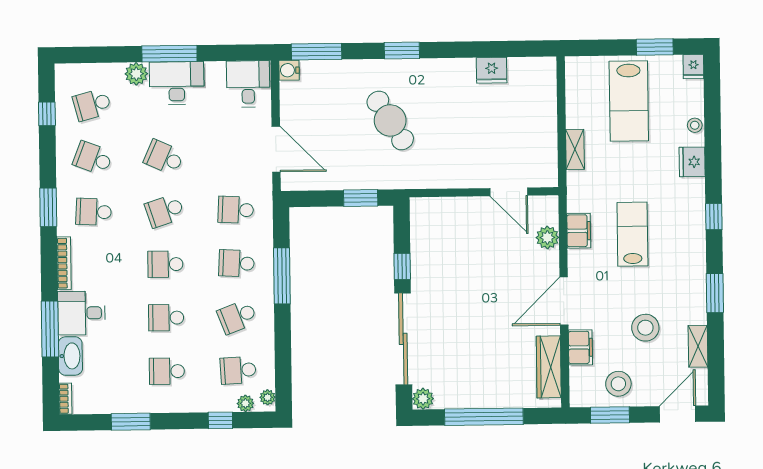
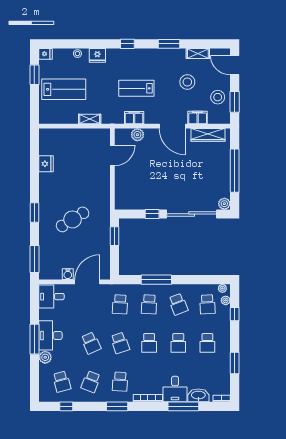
water cooler: (289, 70) -> (68, 274), moved
school desk: (164, 157) -> (91, 343), turned -48

